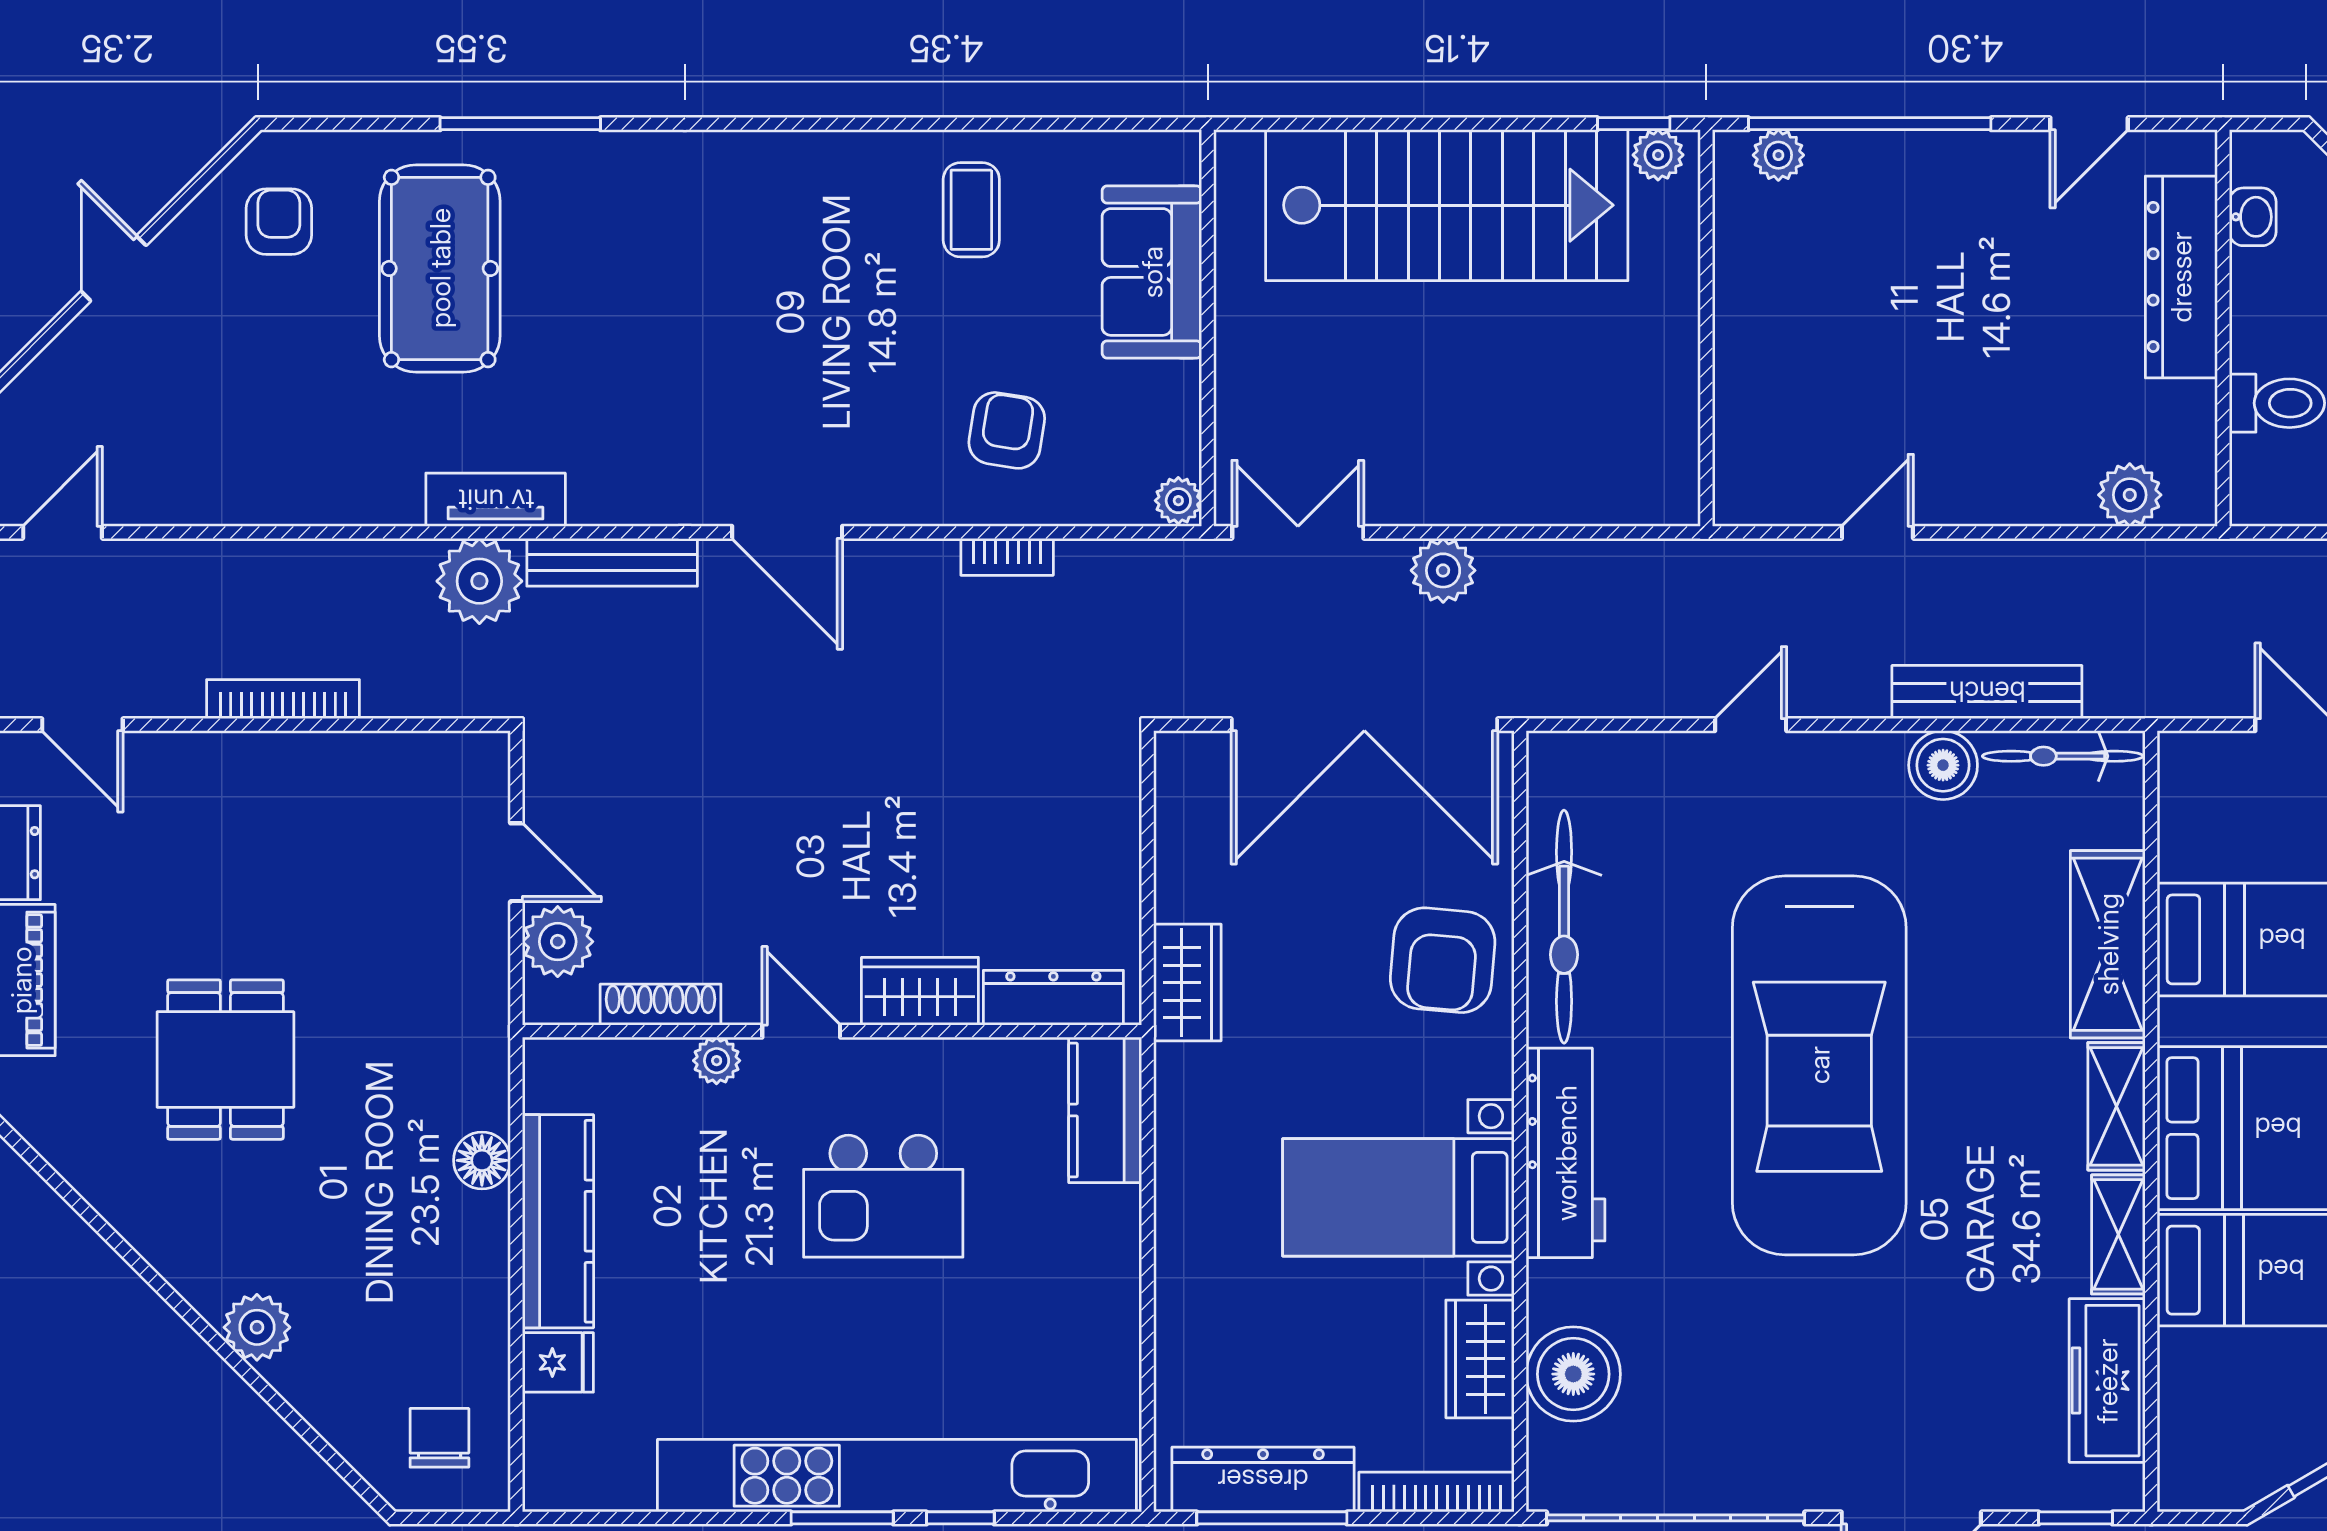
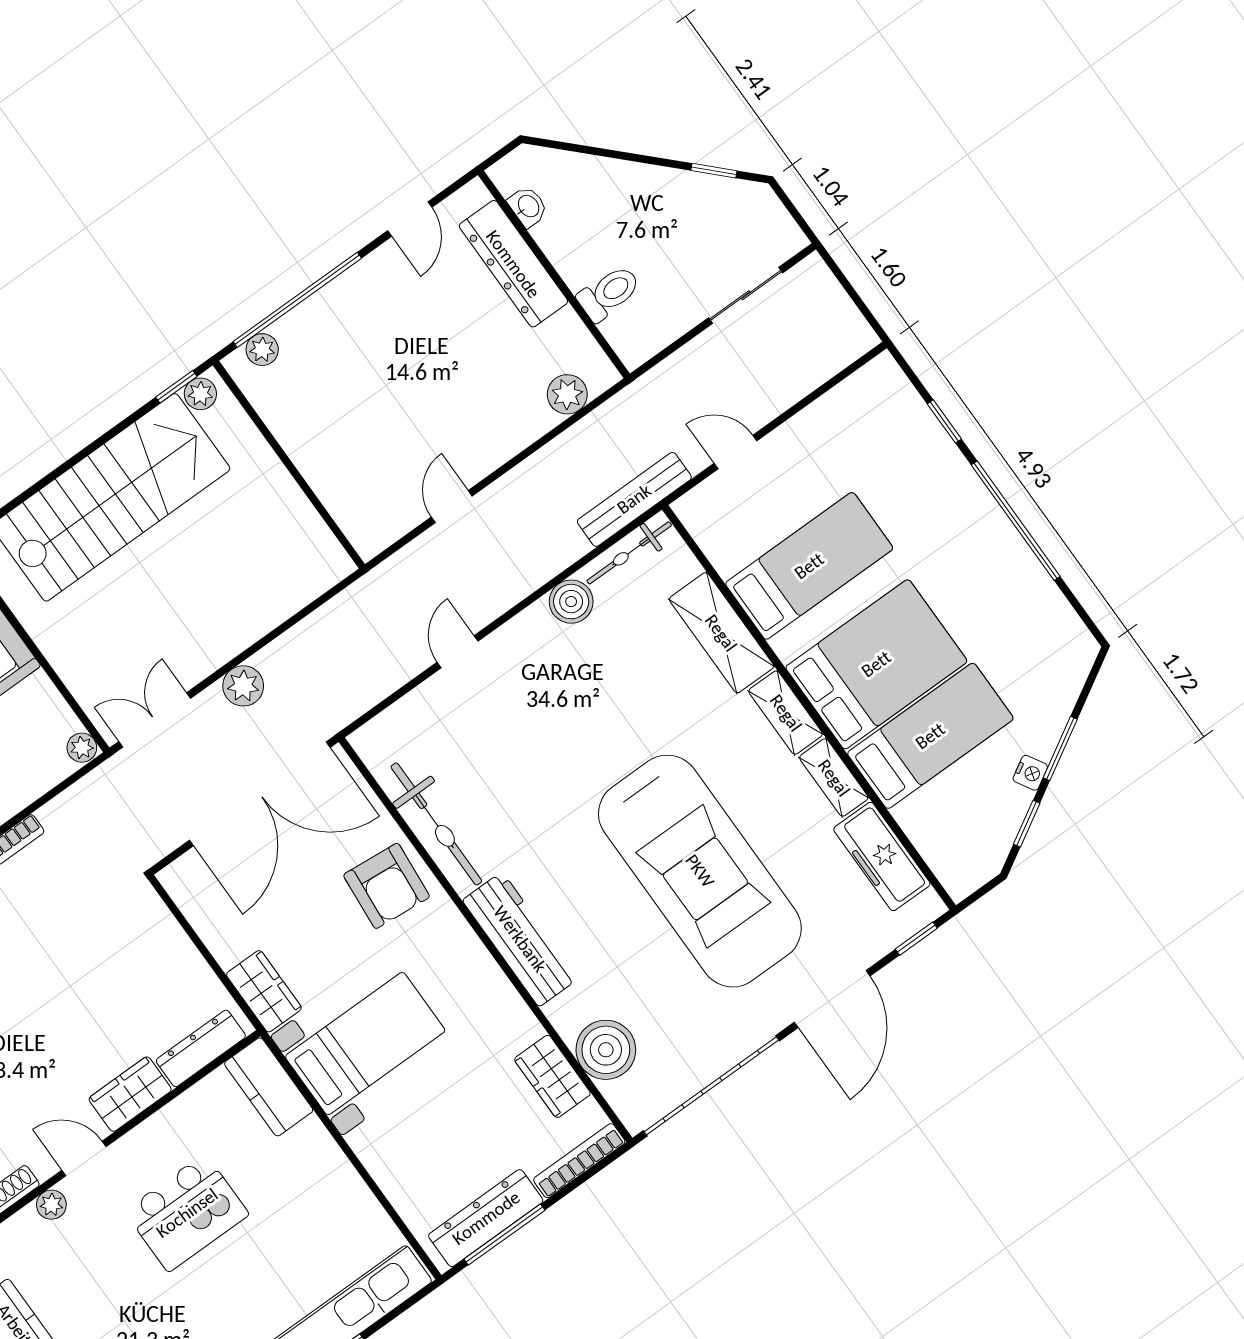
bench: (1987, 692) -> (634, 499), moved
car: (1819, 1065) -> (700, 871), moved
bed with nightstands: (1398, 1197) -> (365, 1044), moved, turned 180

